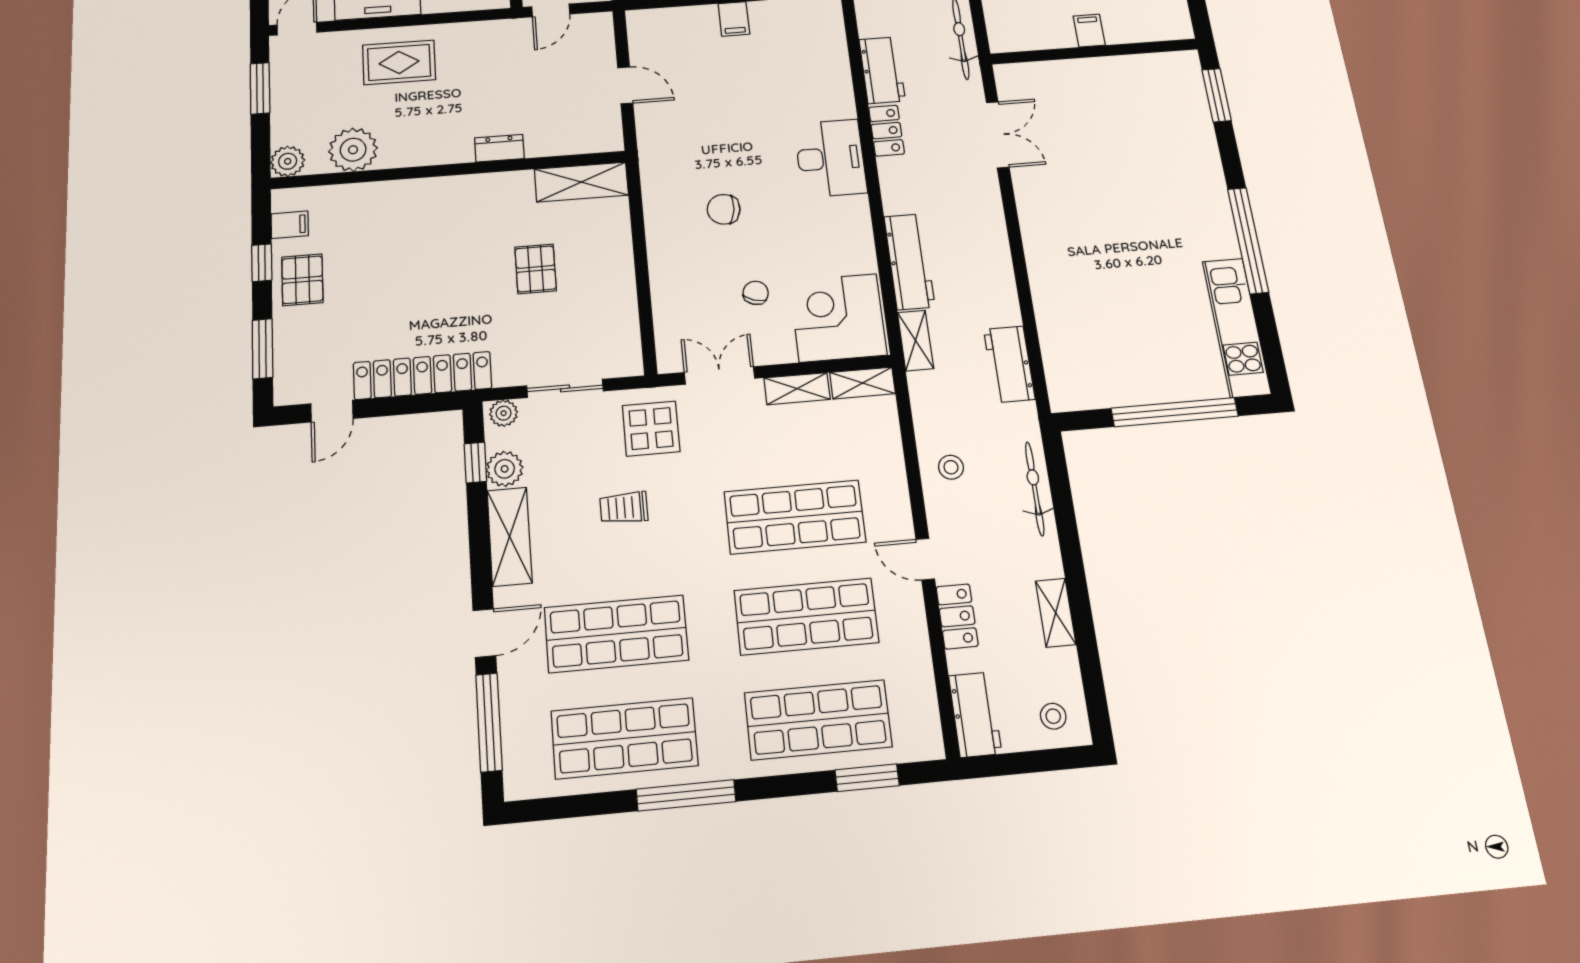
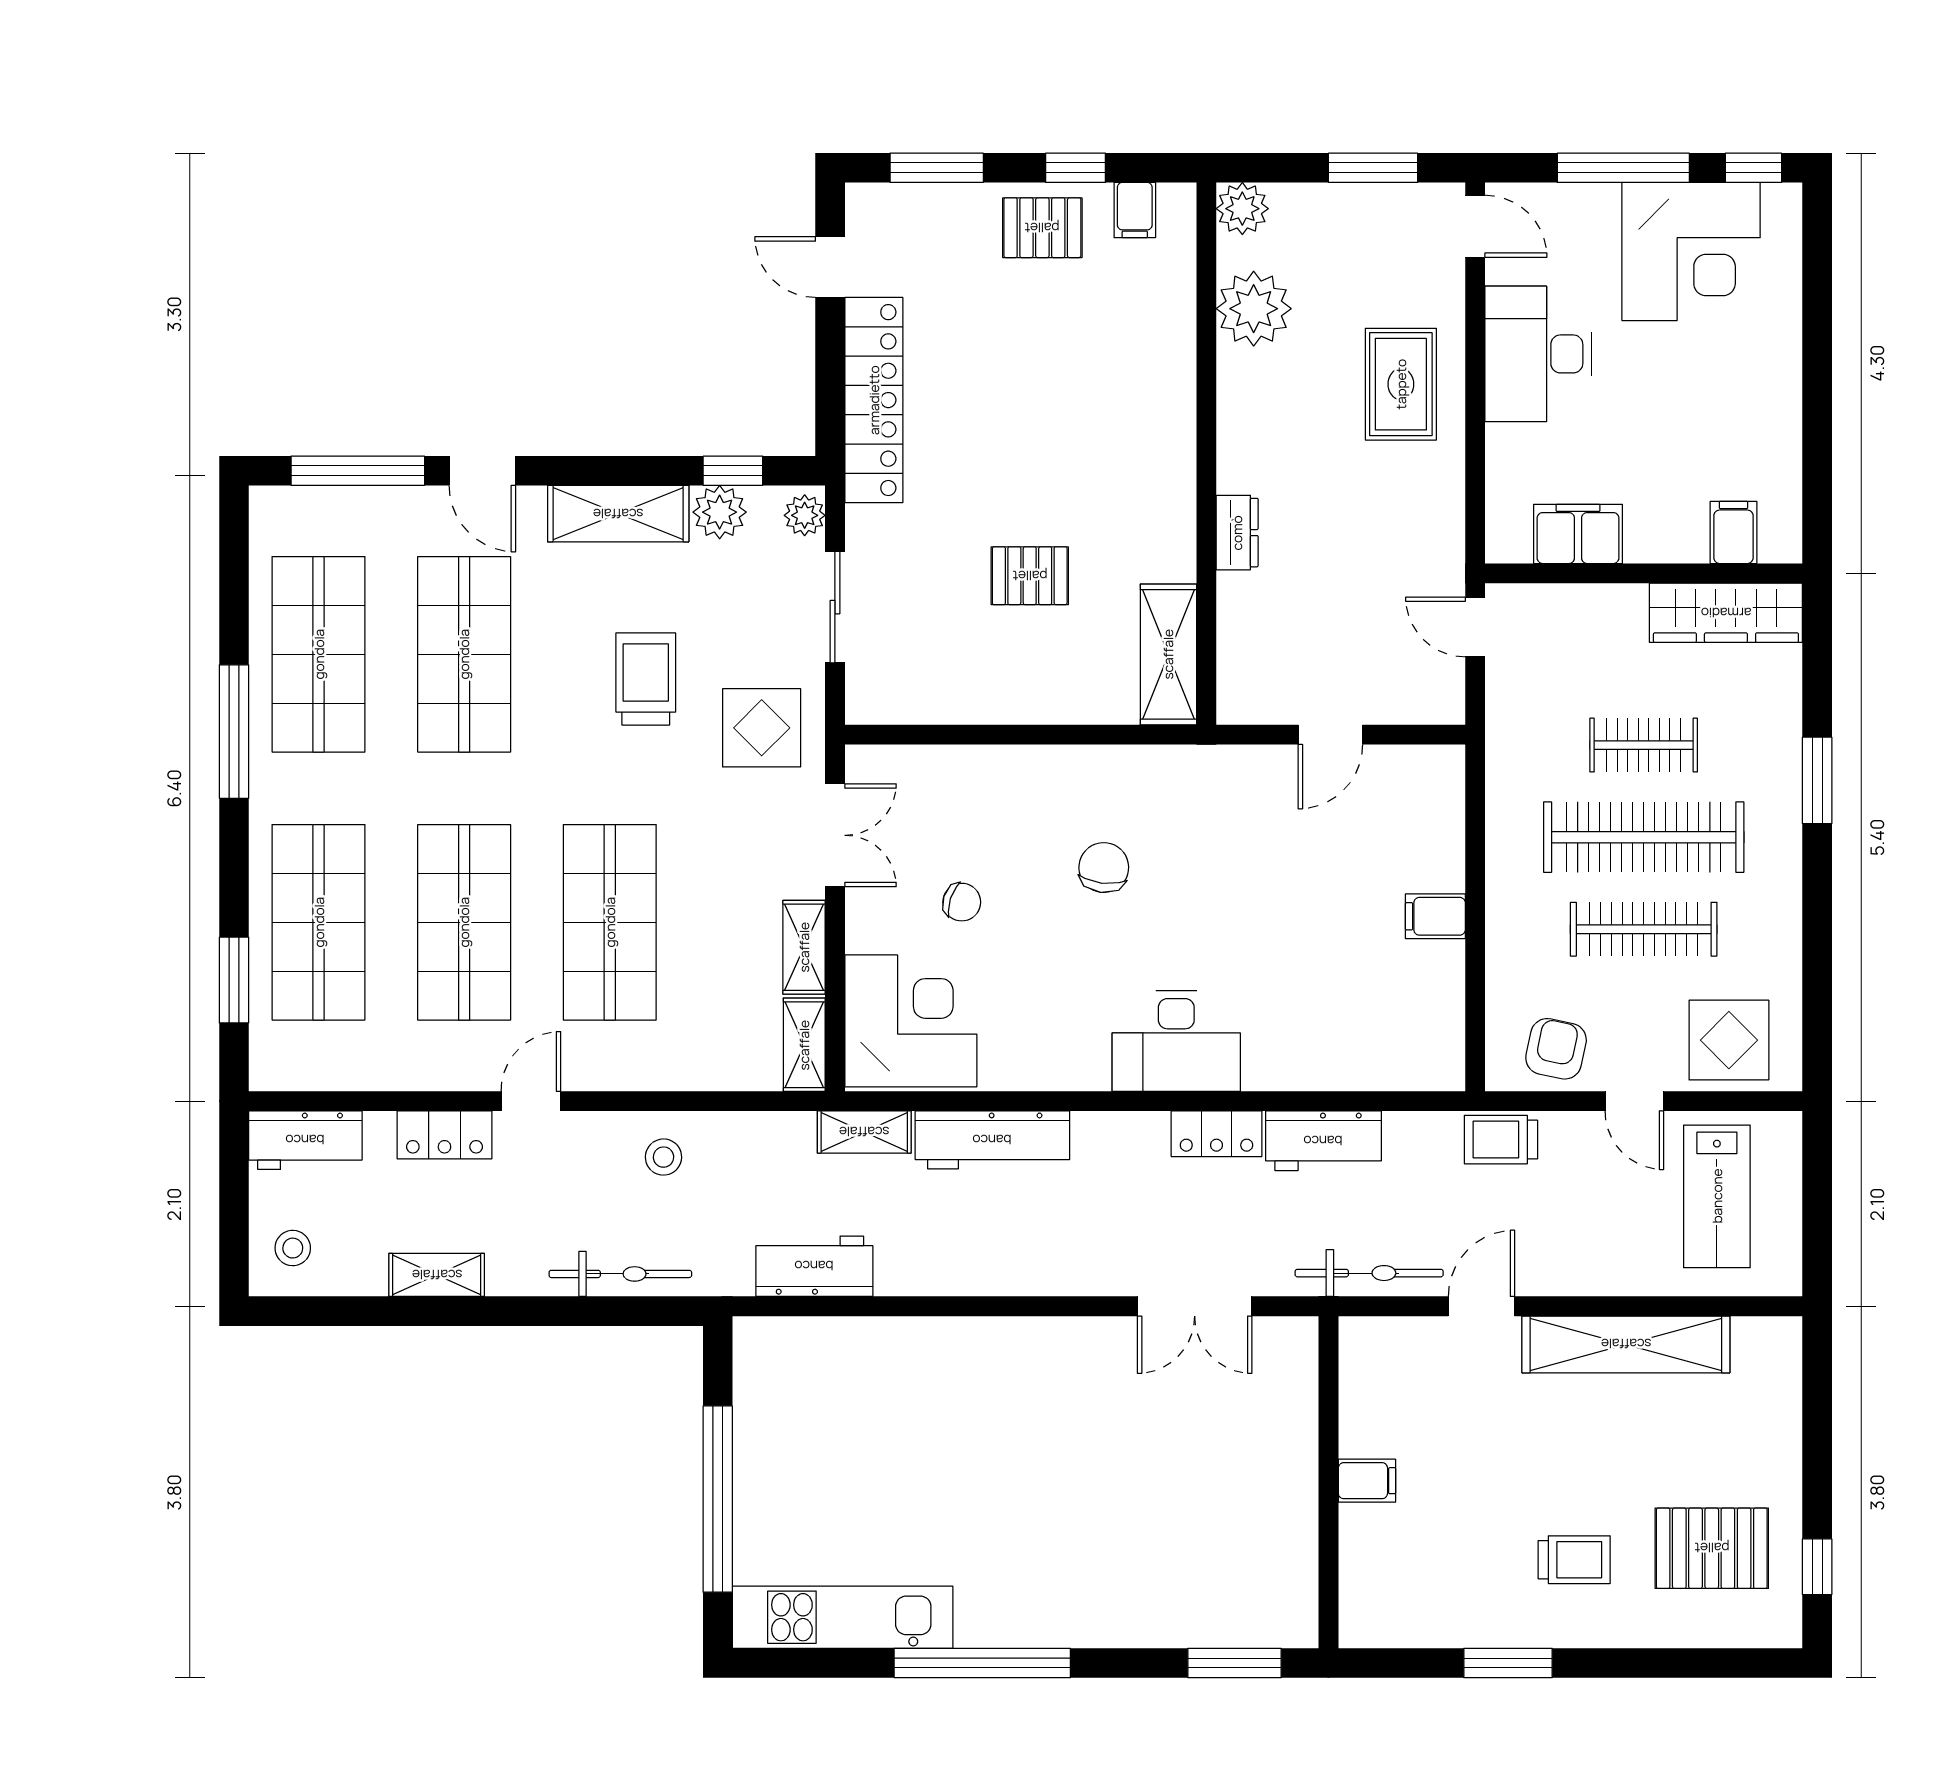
trolley: (624, 508) -> (646, 679), width x1.36, depth x1.39

